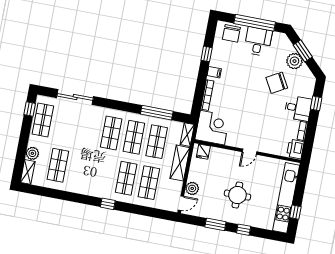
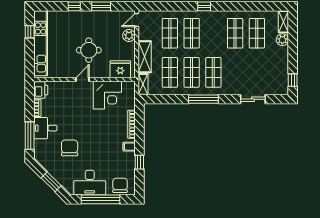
desk: (258, 41) -> (90, 183), width x1.37
plant: (294, 61) -> (57, 171), removed
chair: (277, 83) -> (70, 148), turned -61
sliding door: (75, 97) -> (253, 99), width x0.73
window: (316, 103) -> (30, 136), width x2.17
window: (157, 113) -> (203, 99), moved
shop shelf: (43, 120) -> (235, 33), moved
corner desk: (212, 128) -> (107, 95), moved, turned -90
fridge: (203, 152) -> (120, 69), width x1.88, depth x1.34
round table: (237, 195) -> (89, 50), moved

